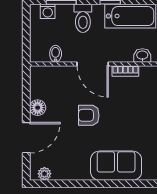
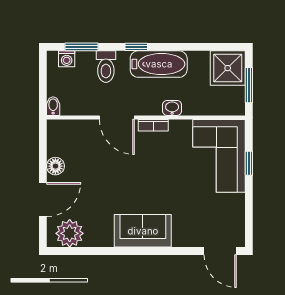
bidet: (56, 54) -> (53, 106), moved
armchair: (89, 115) -> (112, 175), removed
plant: (44, 174) -> (70, 233), width x1.88, depth x1.88

